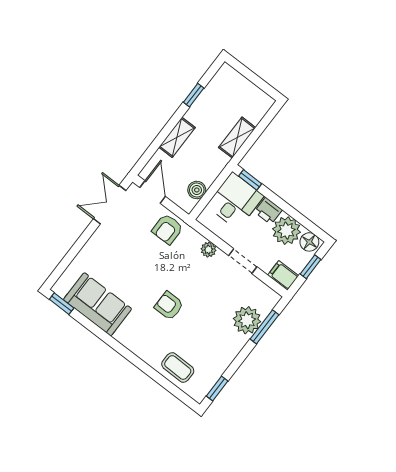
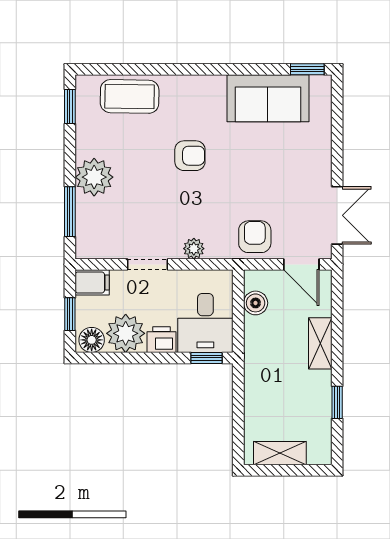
shelving: (237, 138) -> (280, 453), moved, turned 90
plant: (247, 320) -> (94, 177), moved
coffee table: (178, 367) -> (130, 96), width x1.36, depth x1.30

